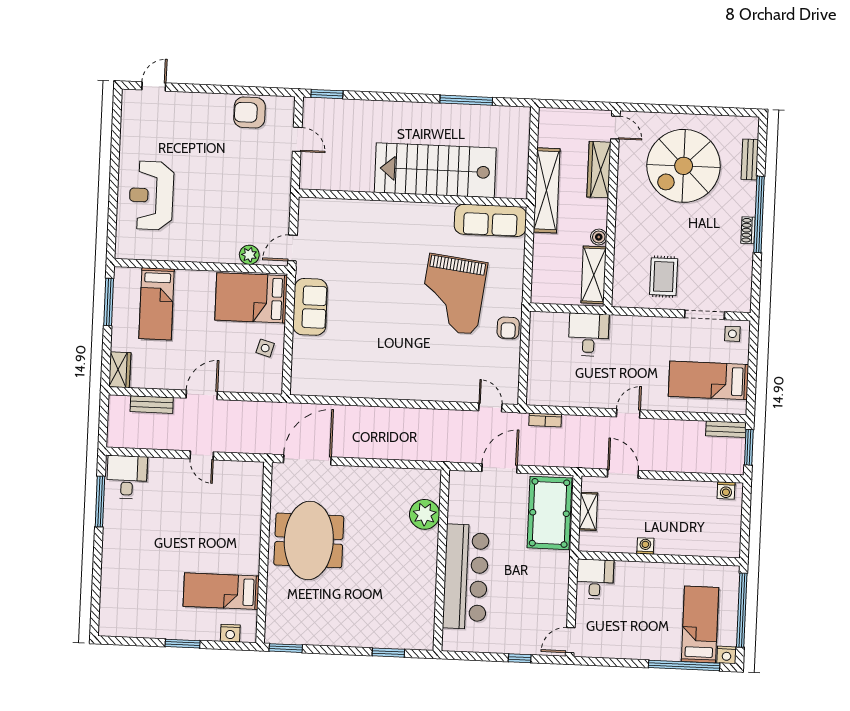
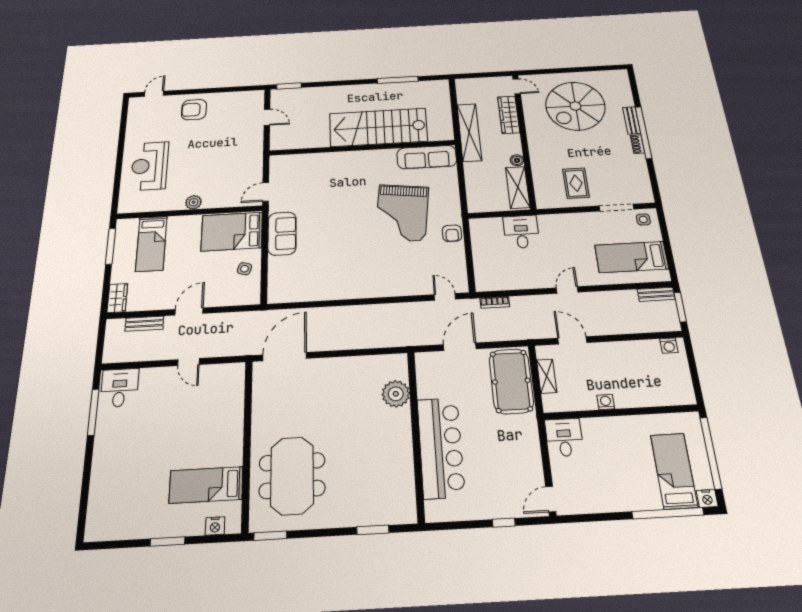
armchair: (250, 113) -> (194, 110), moved
bench: (750, 159) -> (632, 120), moved
plant: (249, 255) -> (194, 202), moved
meeting table: (309, 540) -> (292, 476), moved

